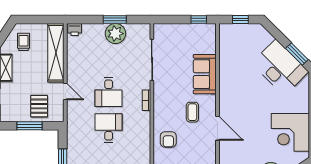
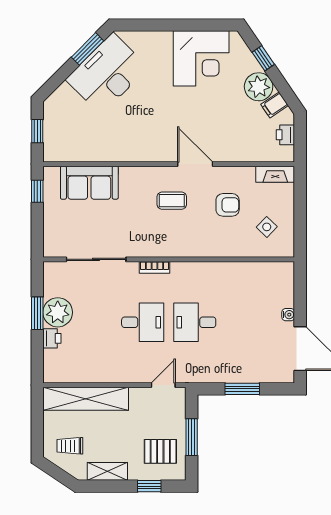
printer: (75, 30) -> (52, 338), moved
sofa: (205, 74) -> (89, 183), moved
door: (65, 91) -> (163, 385), moved
pallet: (39, 106) -> (160, 451), moved
door: (218, 128) -> (195, 164), hinge flipped
armchair: (168, 139) -> (228, 205), moved

